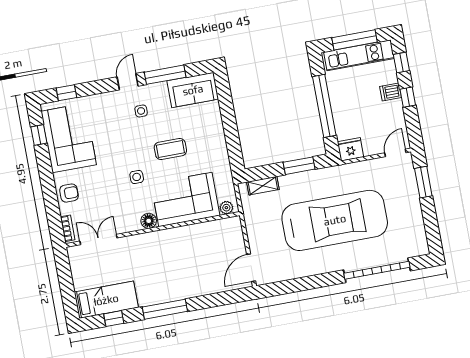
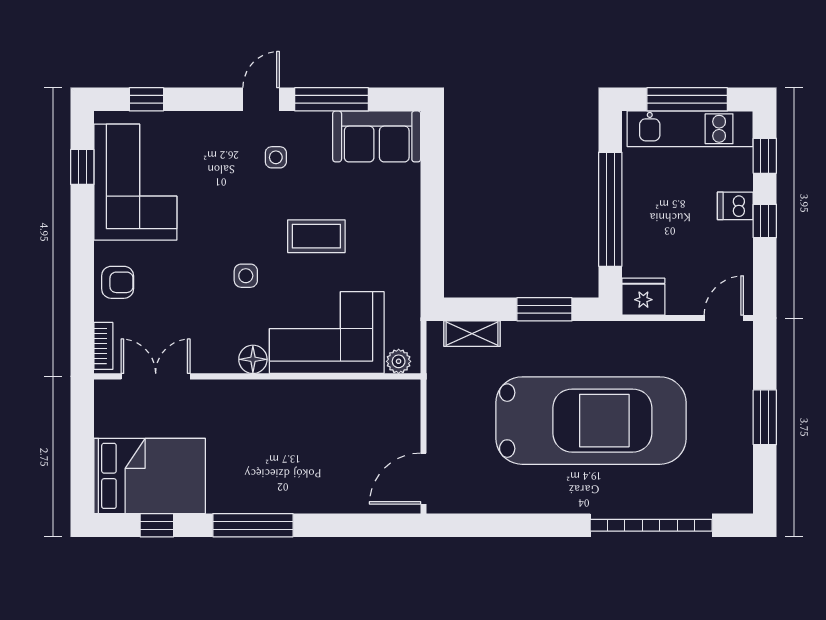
window: (423, 182) -> (765, 417), moved
bed: (106, 300) -> (150, 476), width x1.50

